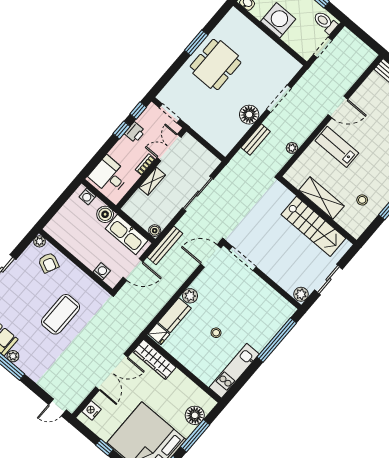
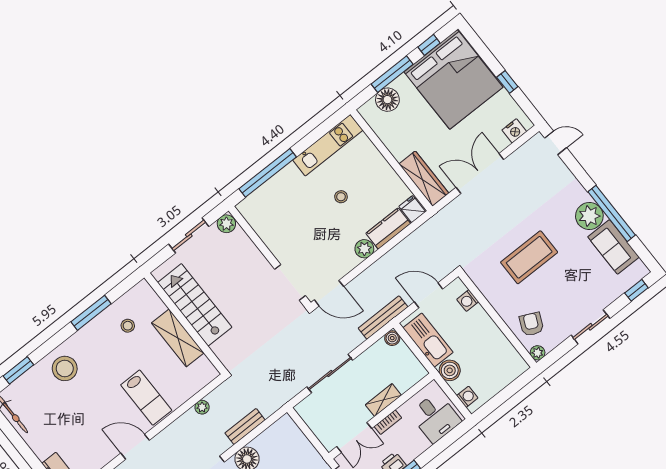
plant: (13, 356) -> (589, 216), width x1.87, depth x1.87

